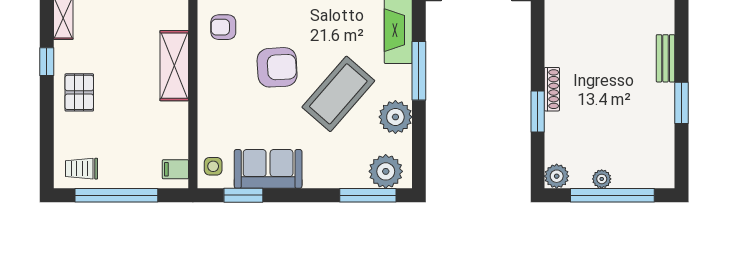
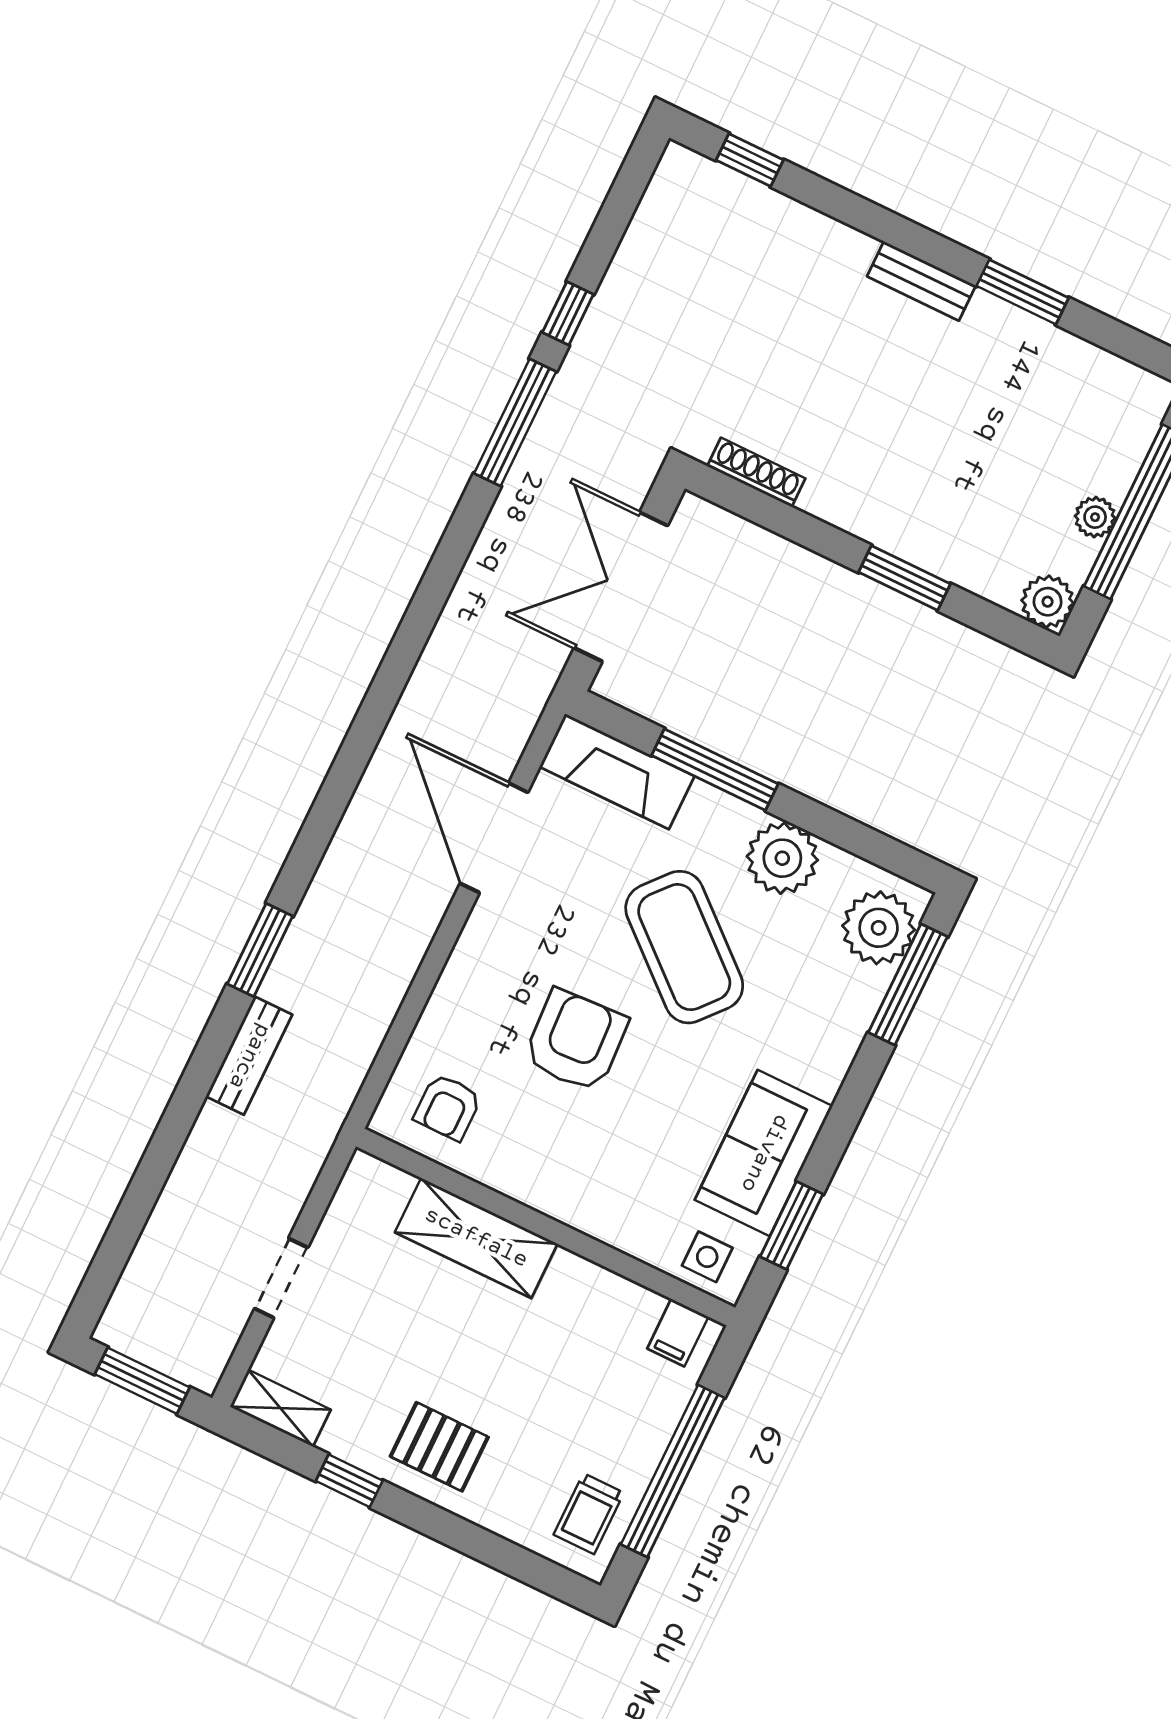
shoe rack: (552, 89) -> (756, 472), moved

